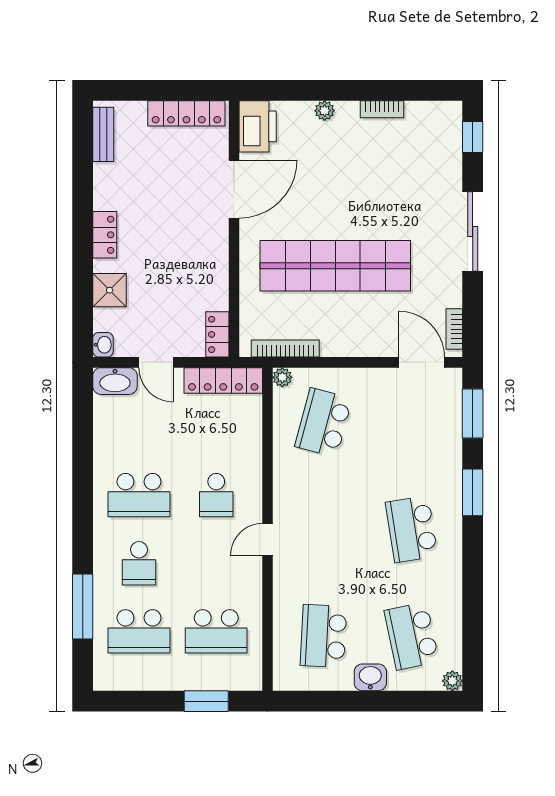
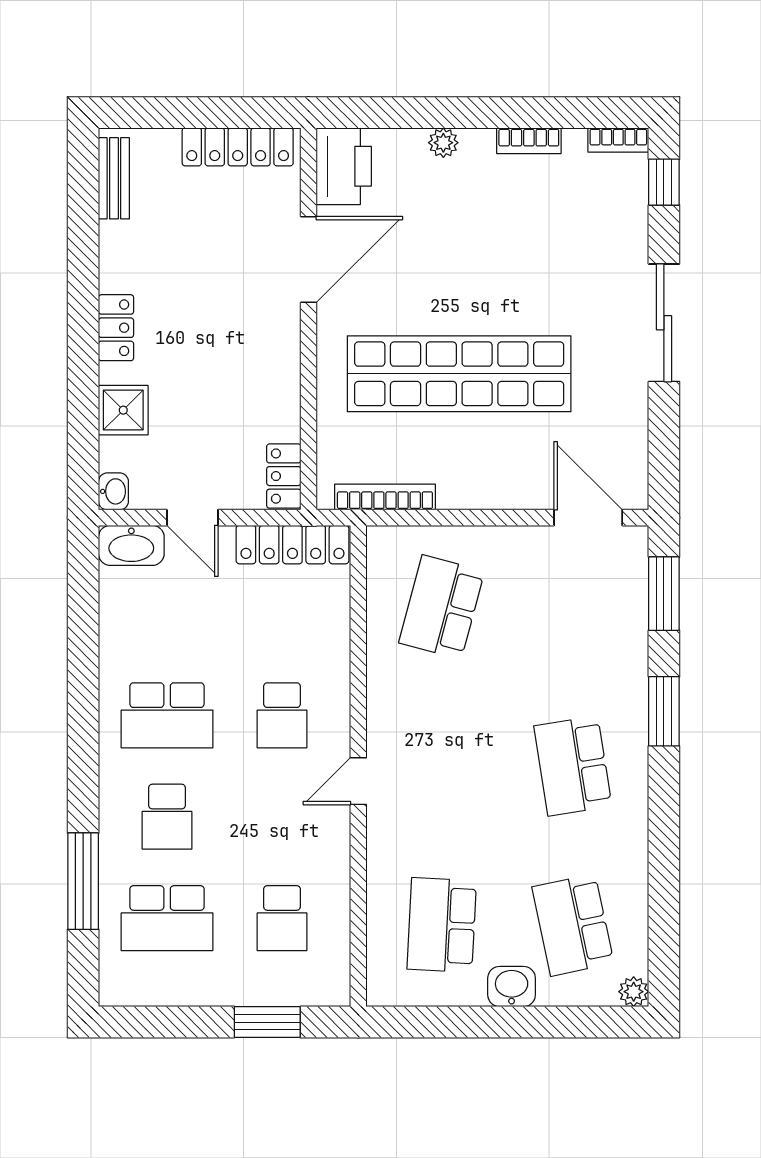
bookcase: (454, 329) -> (618, 140), moved, turned -90
plant: (282, 377) -> (380, 540), removed
school desk: (216, 631) -> (282, 918), width x0.54

